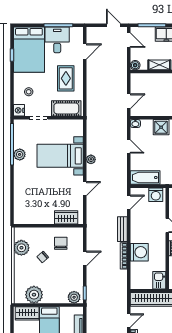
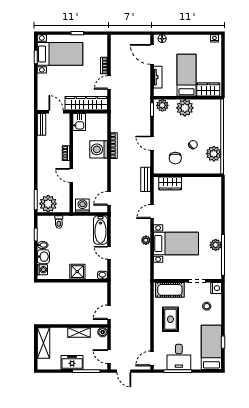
bed: (29, 50) -> (211, 347), width x0.67
door: (85, 52) -> (152, 358), moved
door: (129, 101) -> (109, 312), moved
bathtub: (145, 177) -> (100, 230), moved, turned 90
bench: (122, 229) -> (146, 179), moved
door: (85, 258) -> (152, 143), hinge flipped
plant: (34, 295) -> (185, 108), moved

